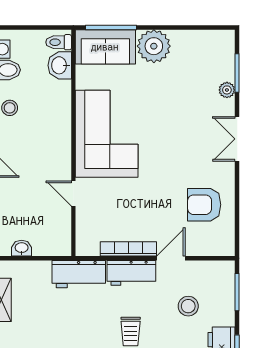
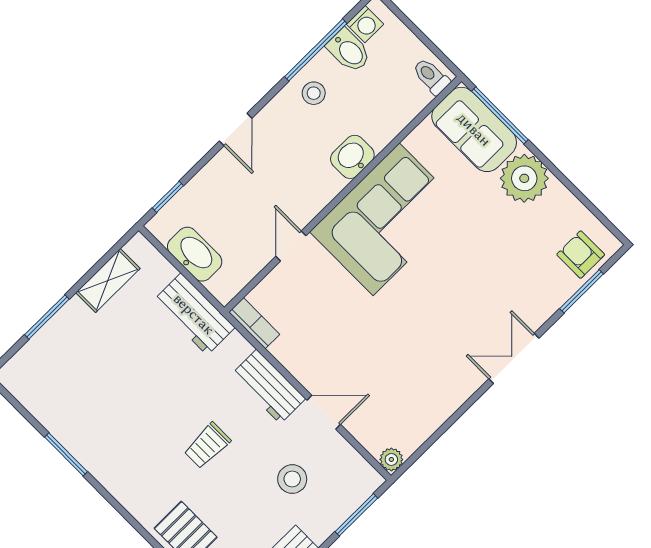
washbasin: (60, 65) -> (352, 157), moved
plant: (227, 90) -> (391, 459), moved
armchair: (204, 205) -> (581, 255), moved, width x0.72, depth x0.72
washbasin: (22, 248) -> (195, 254), width x1.91, depth x1.45
bookcase: (128, 249) -> (254, 323), moved, width x0.64
workbench: (79, 274) -> (194, 314), moved

